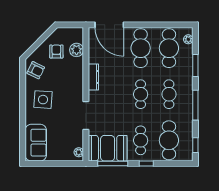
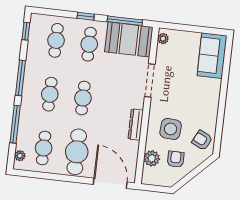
cafe table: (169, 48) -> (44, 148), width x0.73, depth x0.74
armchair: (56, 51) -> (176, 159), turned 180
window: (195, 65) -> (15, 124), width x1.44
side table: (43, 100) -> (171, 129), moved
cafe table: (169, 140) -> (56, 40), width x0.73, depth x0.74

